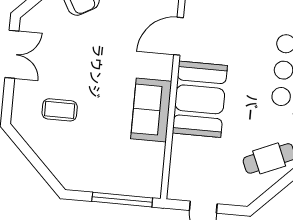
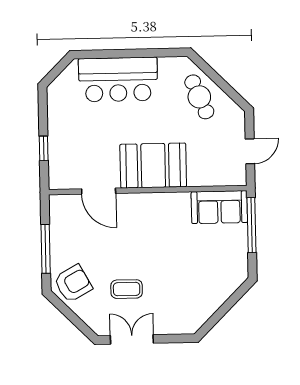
coffee table: (60, 110) -> (127, 289), moved, turned 90
sofa: (151, 110) -> (219, 207), moved

